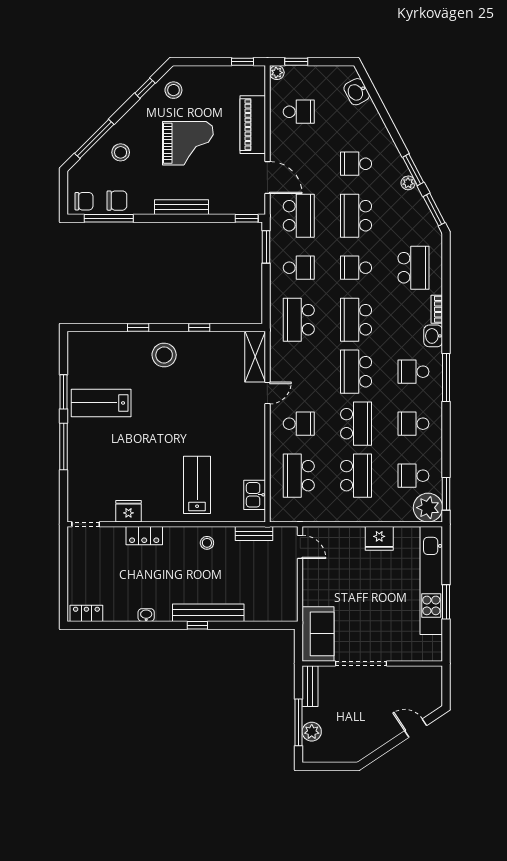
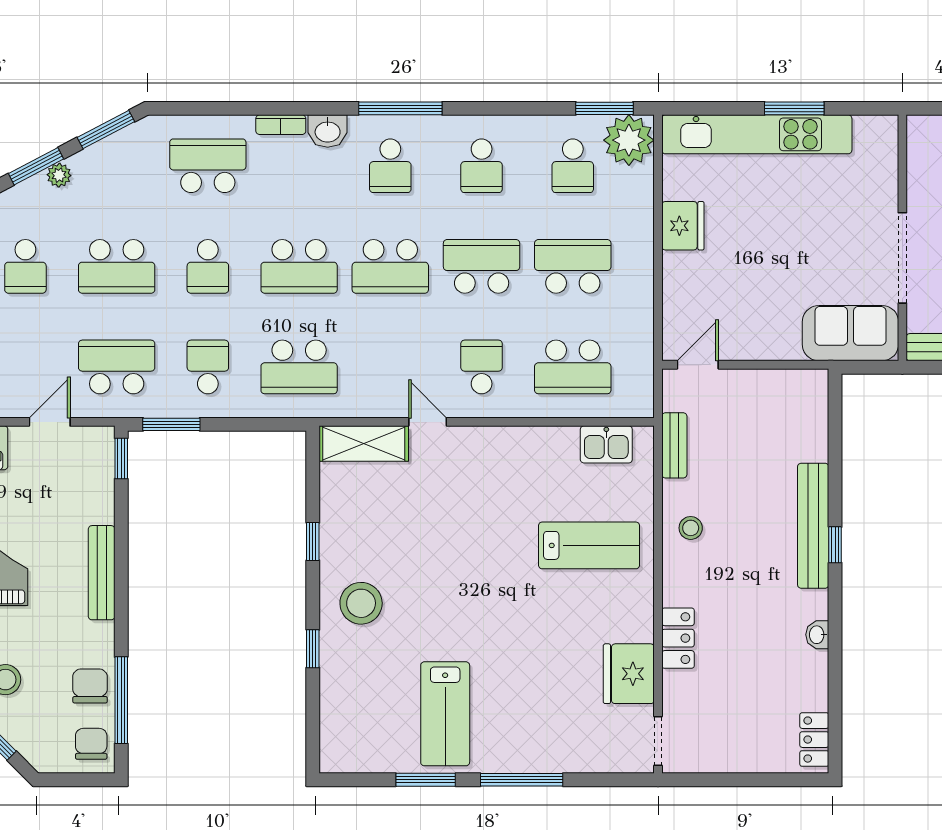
door: (267, 178) -> (50, 422), width x0.73
lab bench: (197, 485) -> (589, 545), turned 180
fridge: (128, 511) -> (629, 674), width x1.36, depth x1.34

